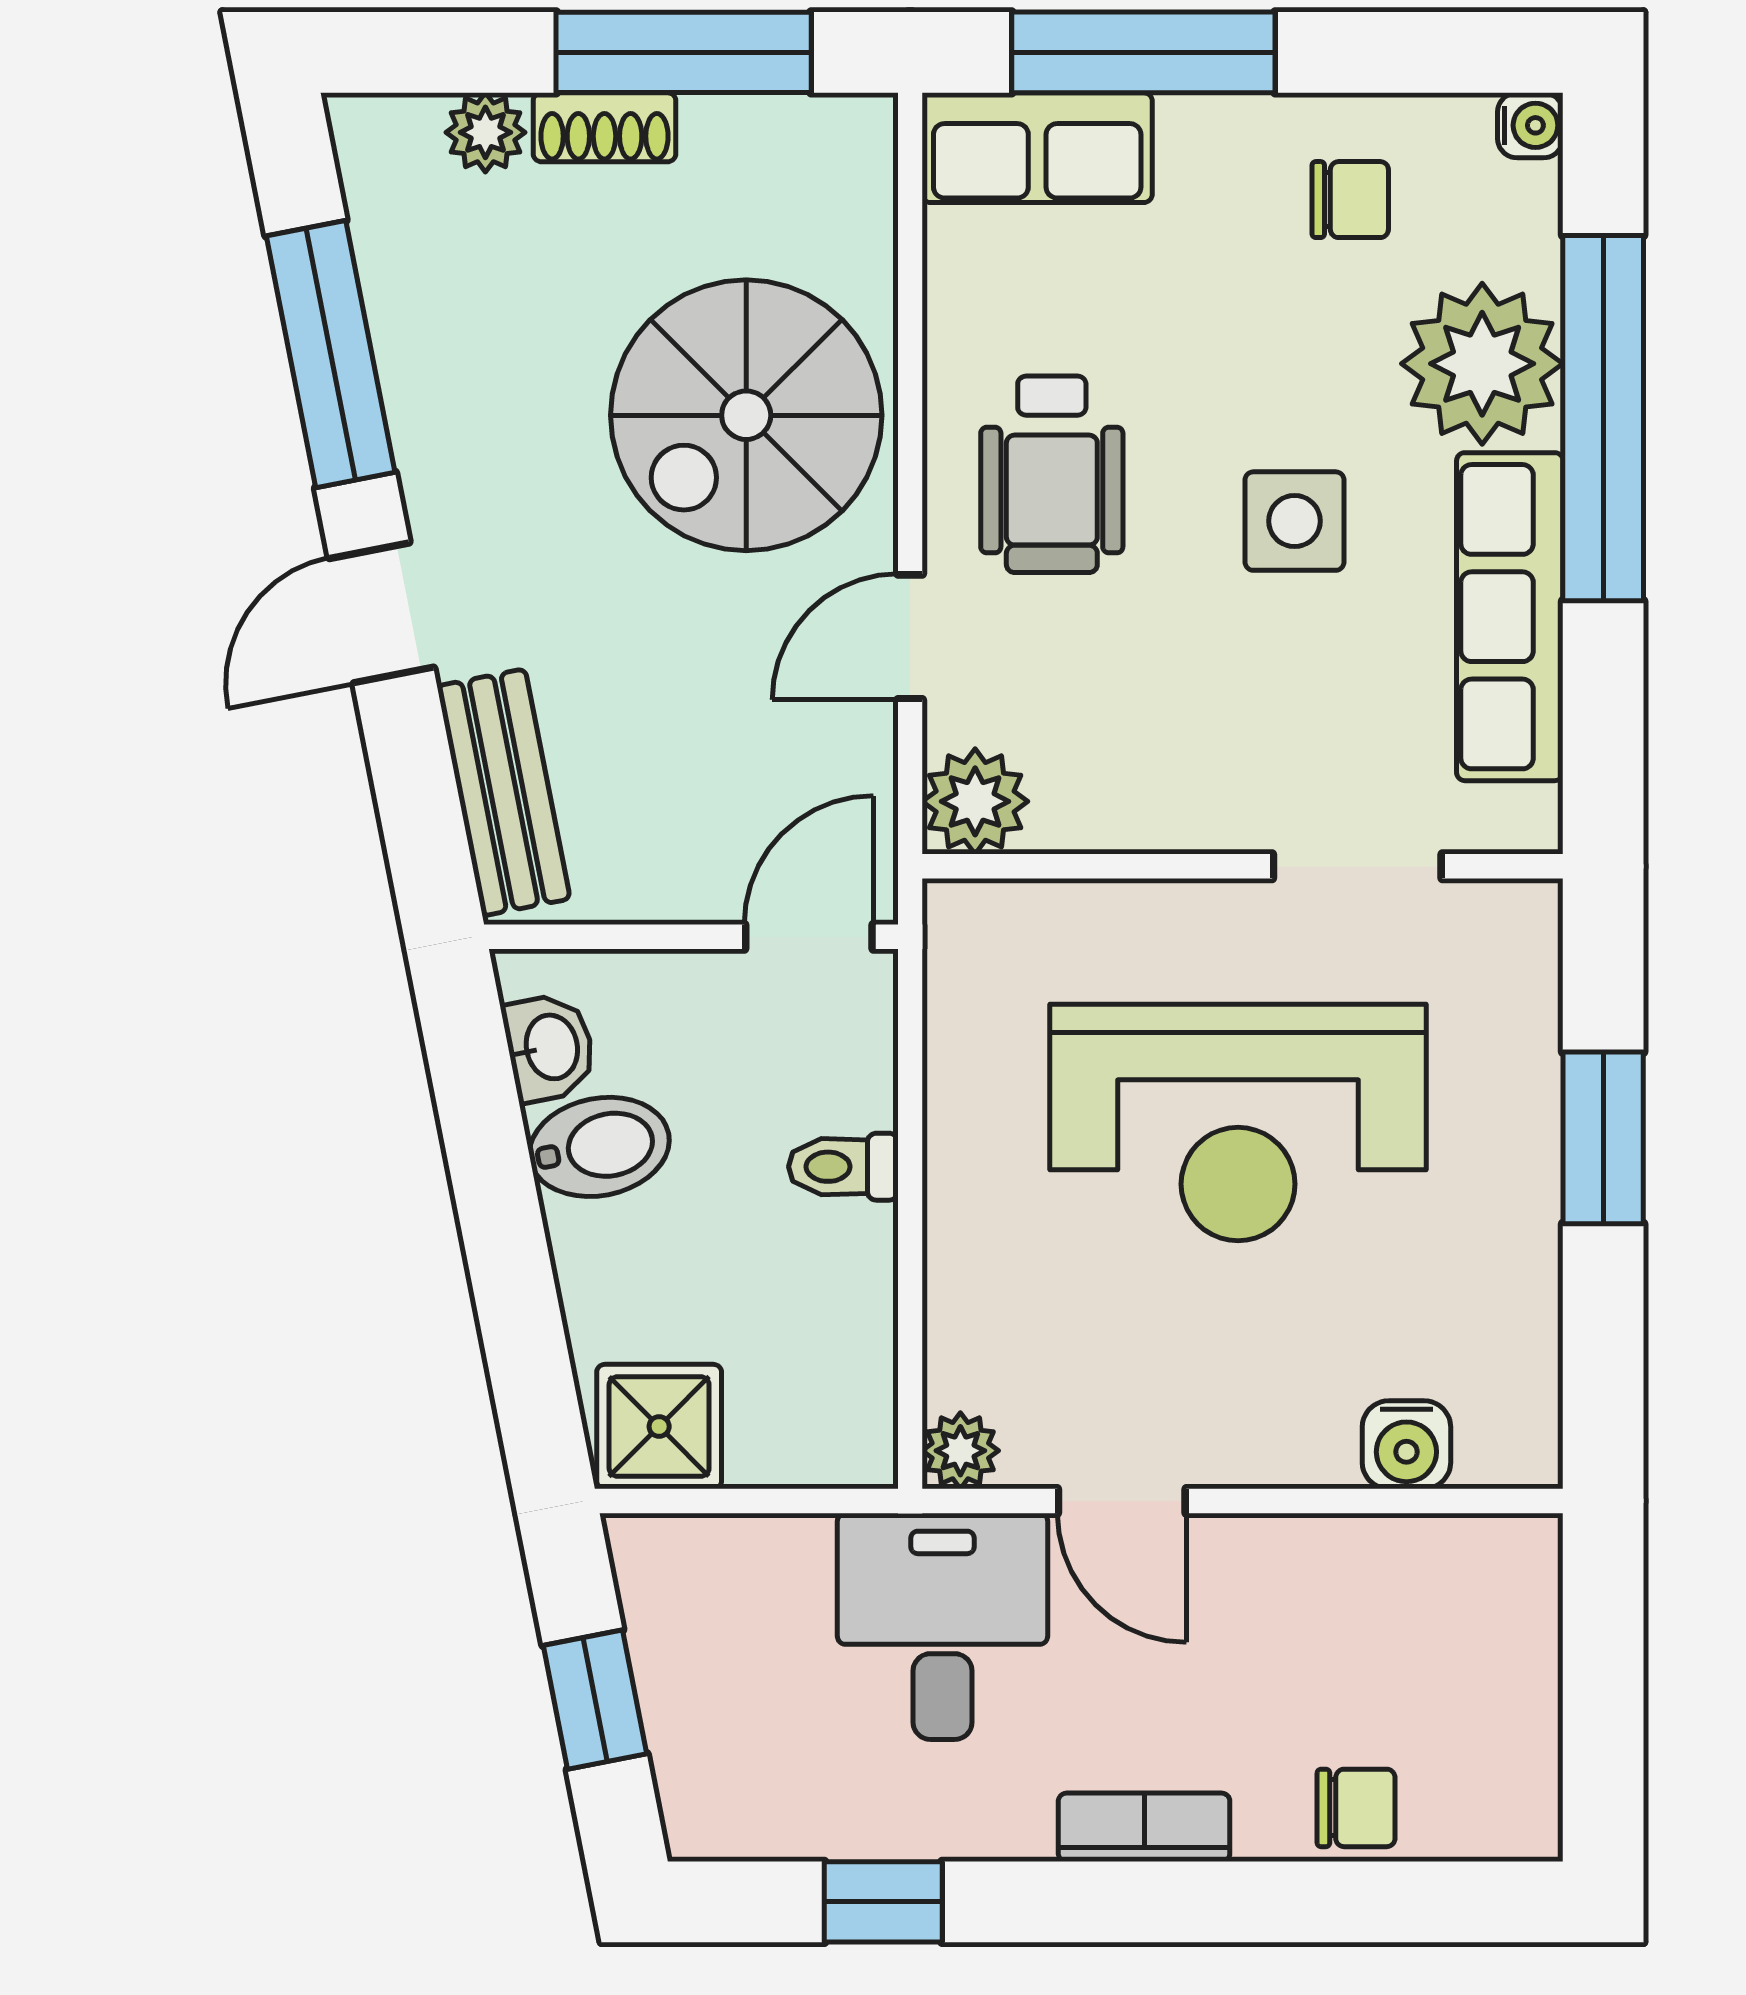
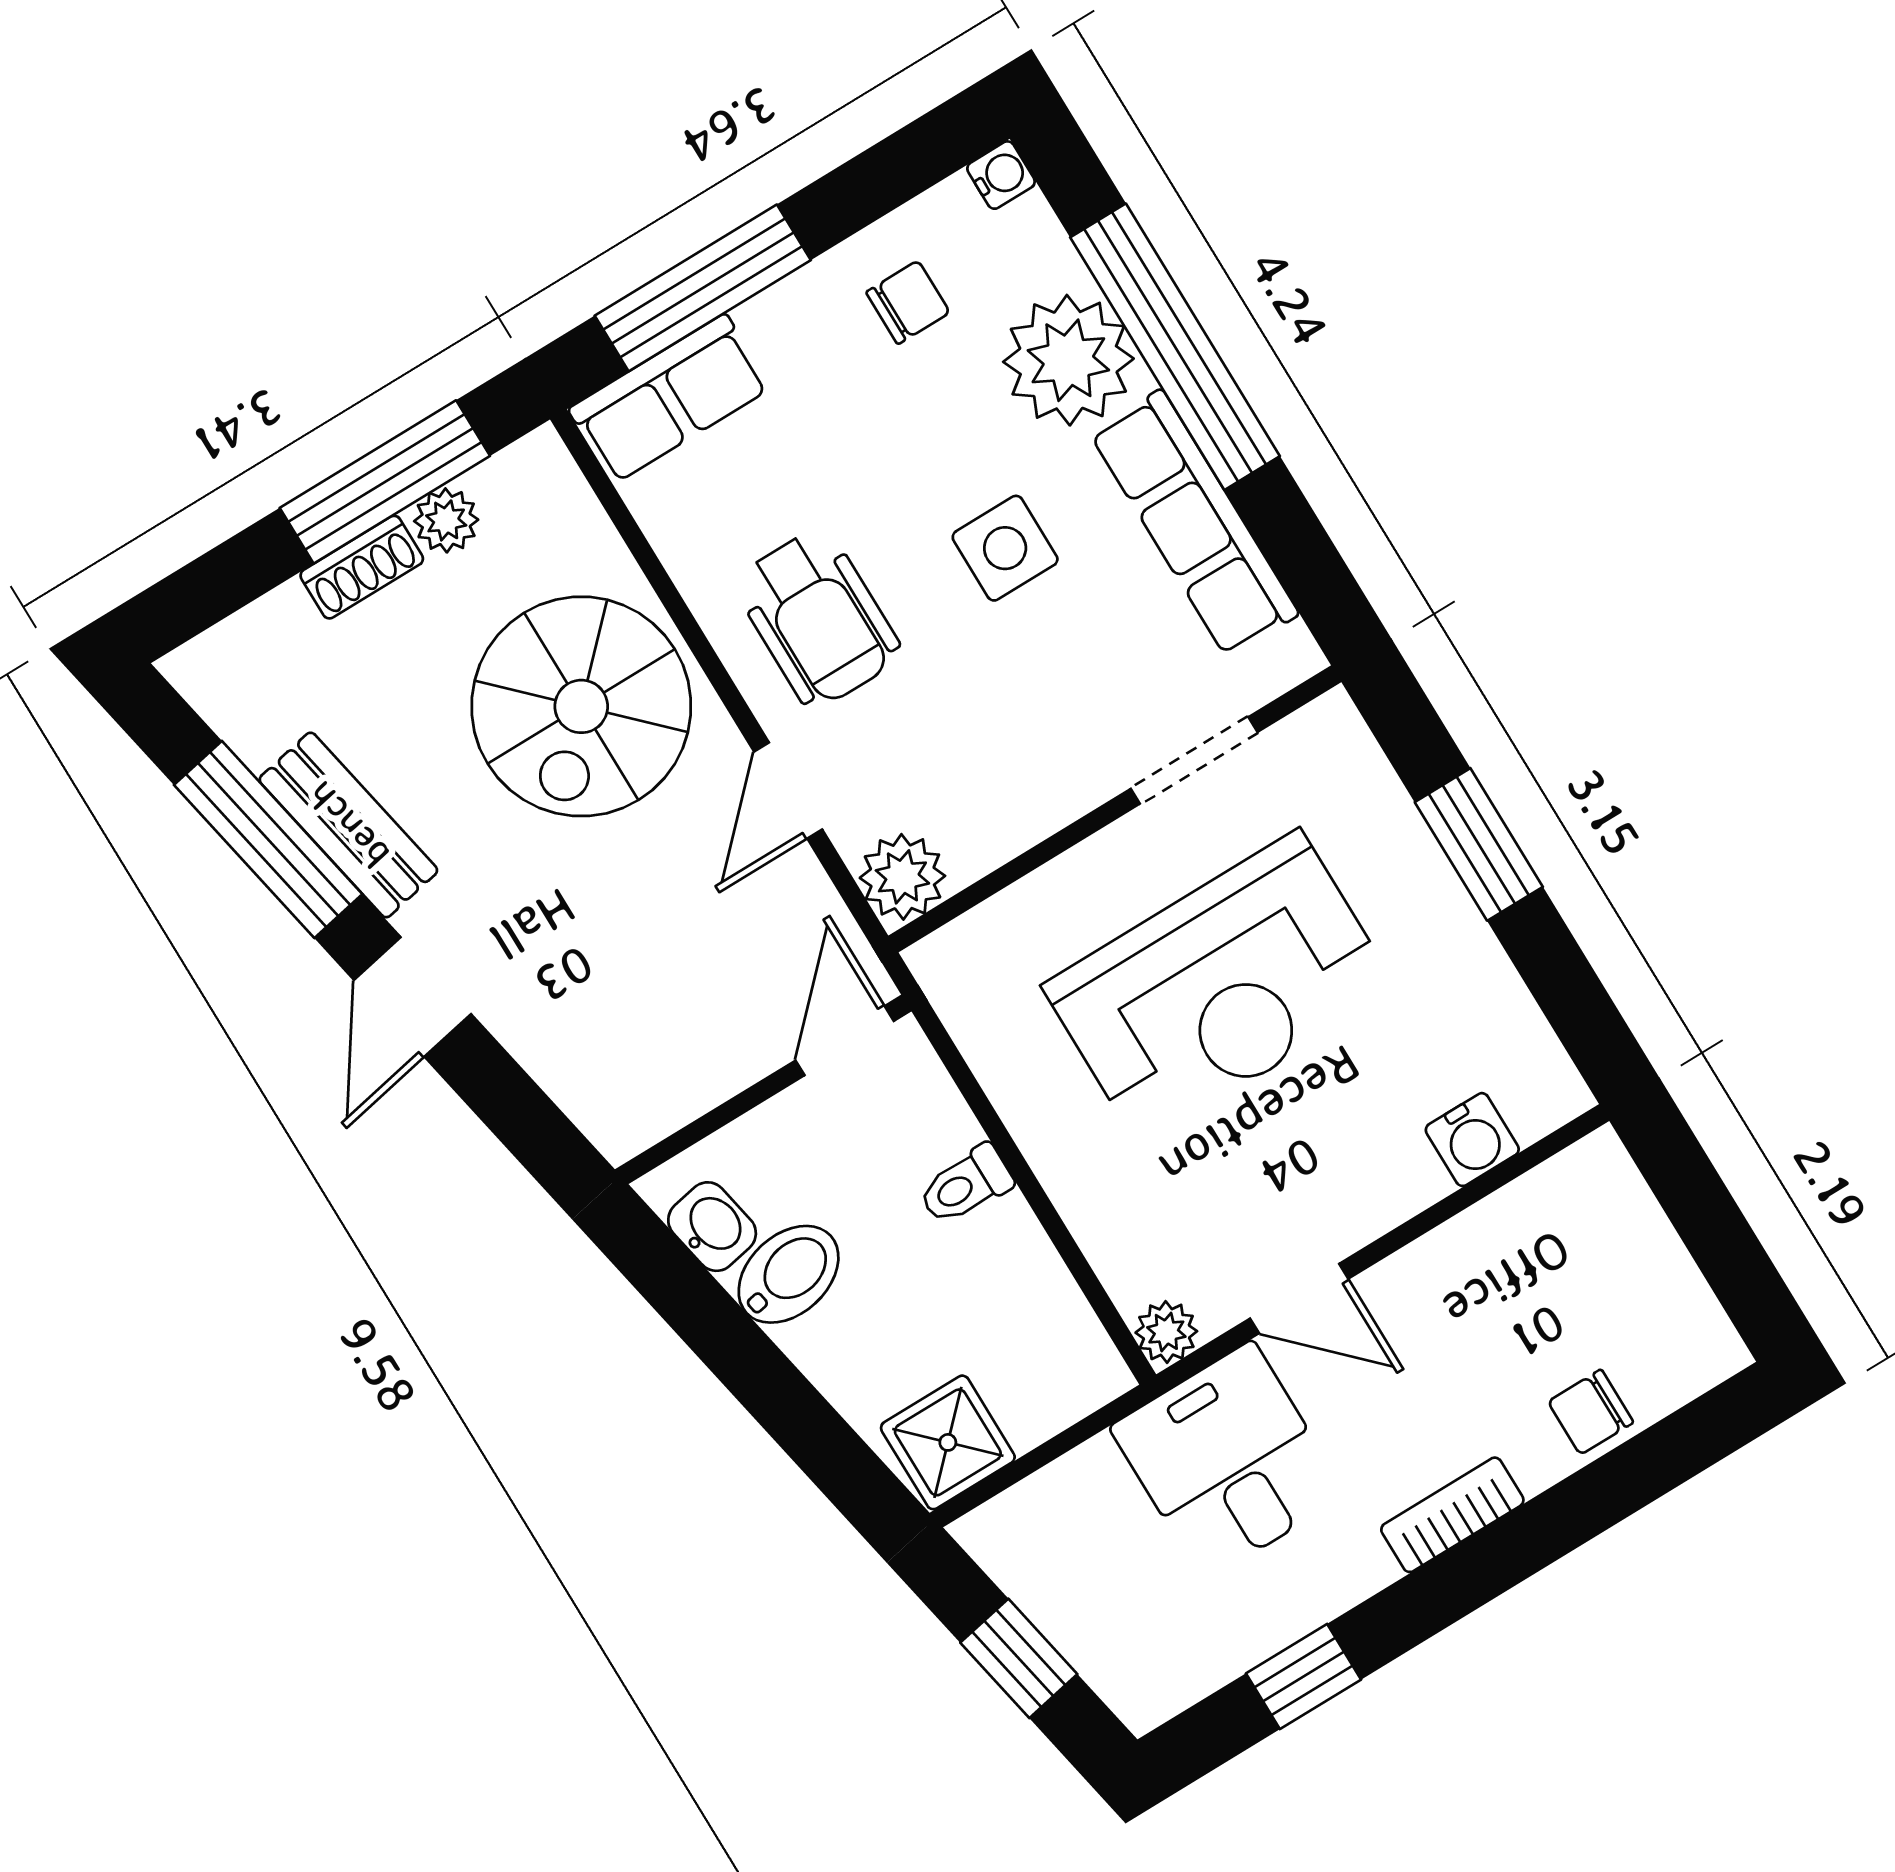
plant: (485, 132) -> (446, 520), moved
bench: (504, 792) -> (348, 825), moved
chair: (1356, 1808) -> (1591, 1412), turned 180

